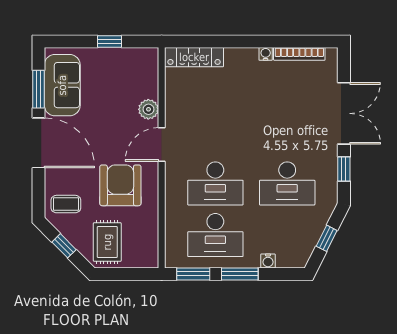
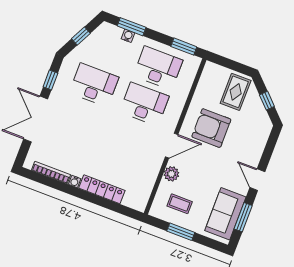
window: (109, 41) -> (181, 232), width x1.50
locker: (194, 57) -> (102, 189), moved
door: (38, 143) -> (257, 180), width x0.53
armchair: (120, 185) -> (211, 128), turned 90
coffee table: (66, 204) -> (180, 204), moved
window: (240, 274) -> (132, 27), moved

